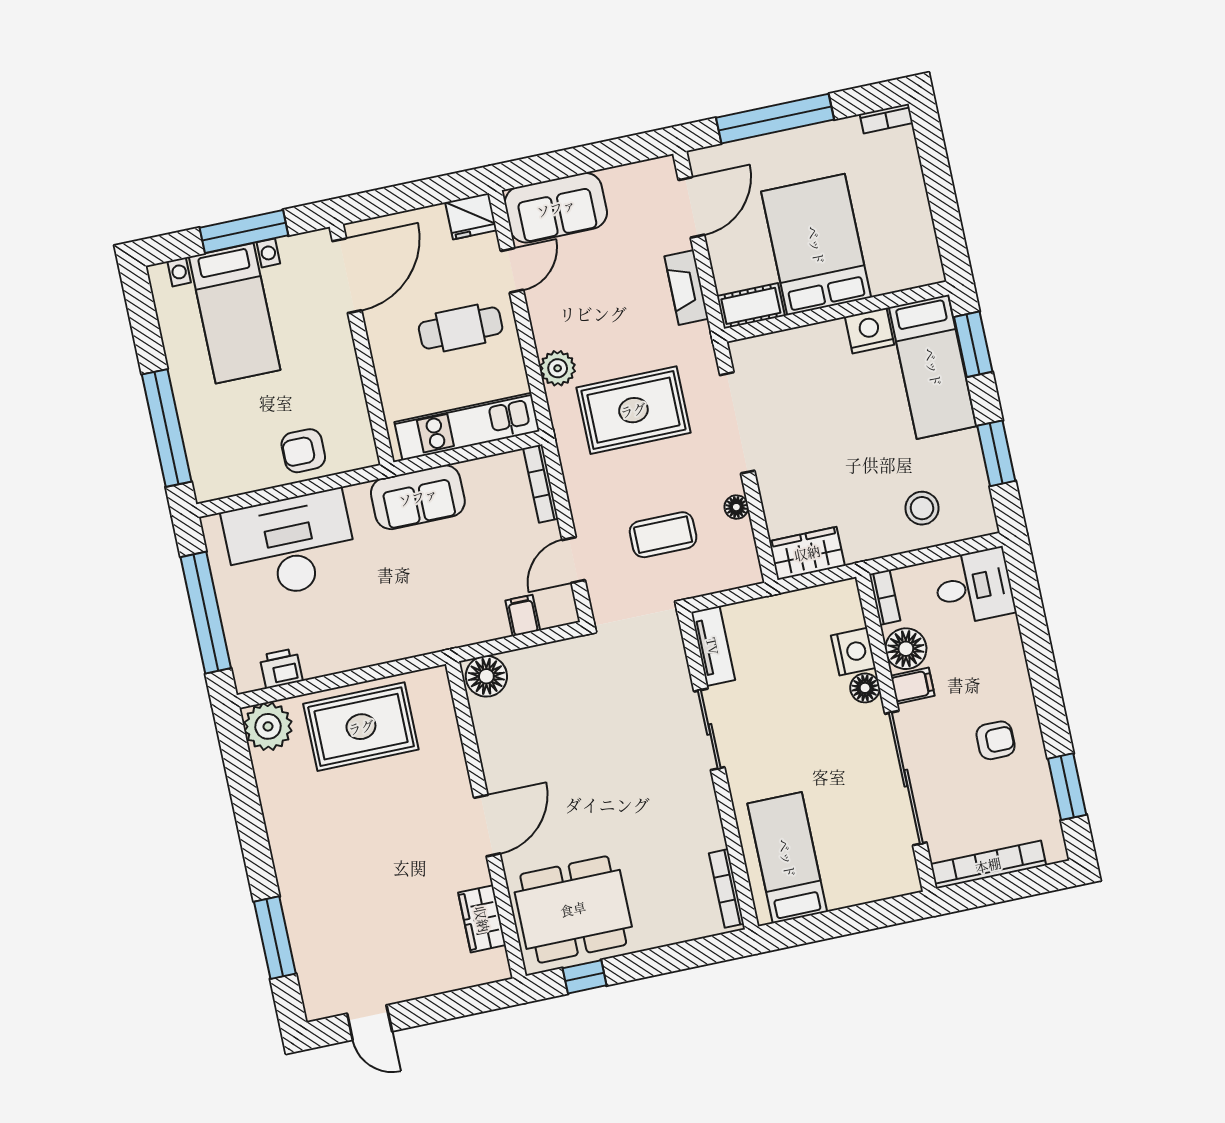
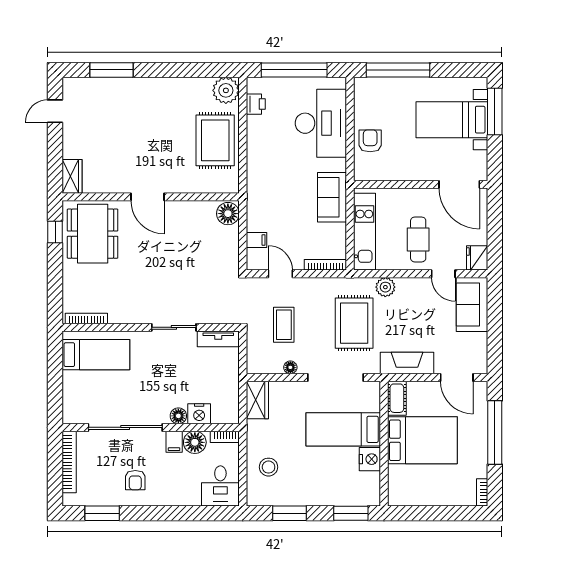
window: (244, 232) -> (495, 112), moved
fireplace: (686, 287) -> (407, 363), width x1.37, depth x1.32
bed: (933, 367) -> (343, 429), moved
wardrobe: (482, 919) -> (72, 176), moved, turned 90

